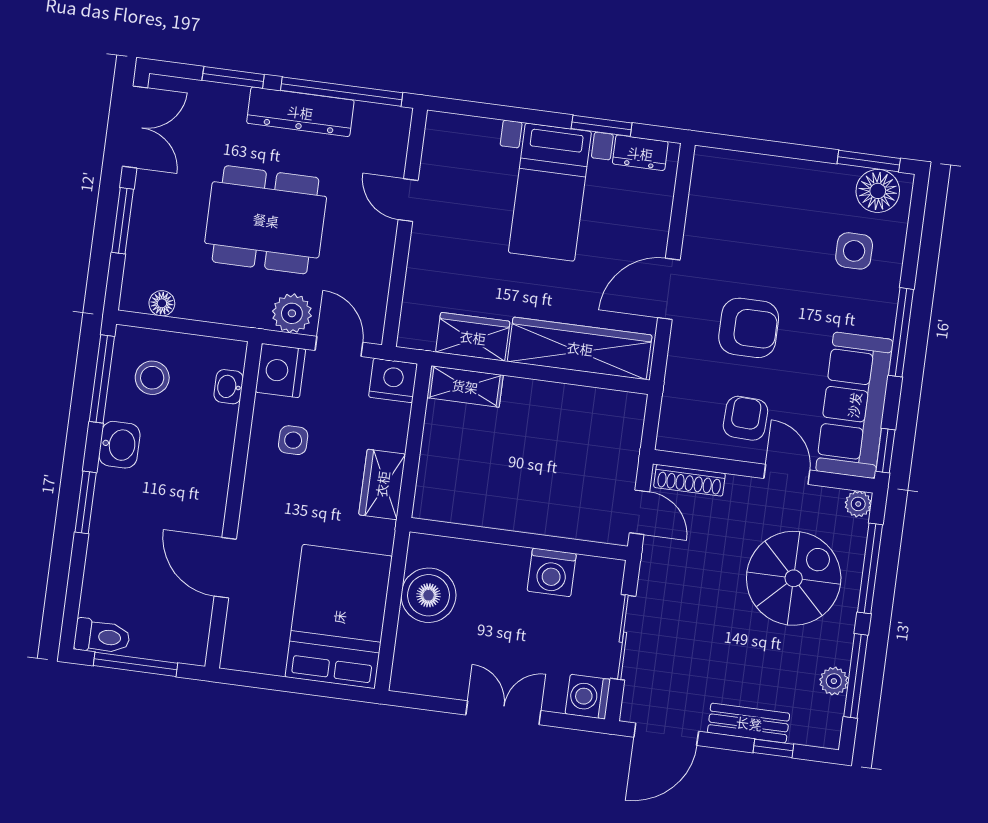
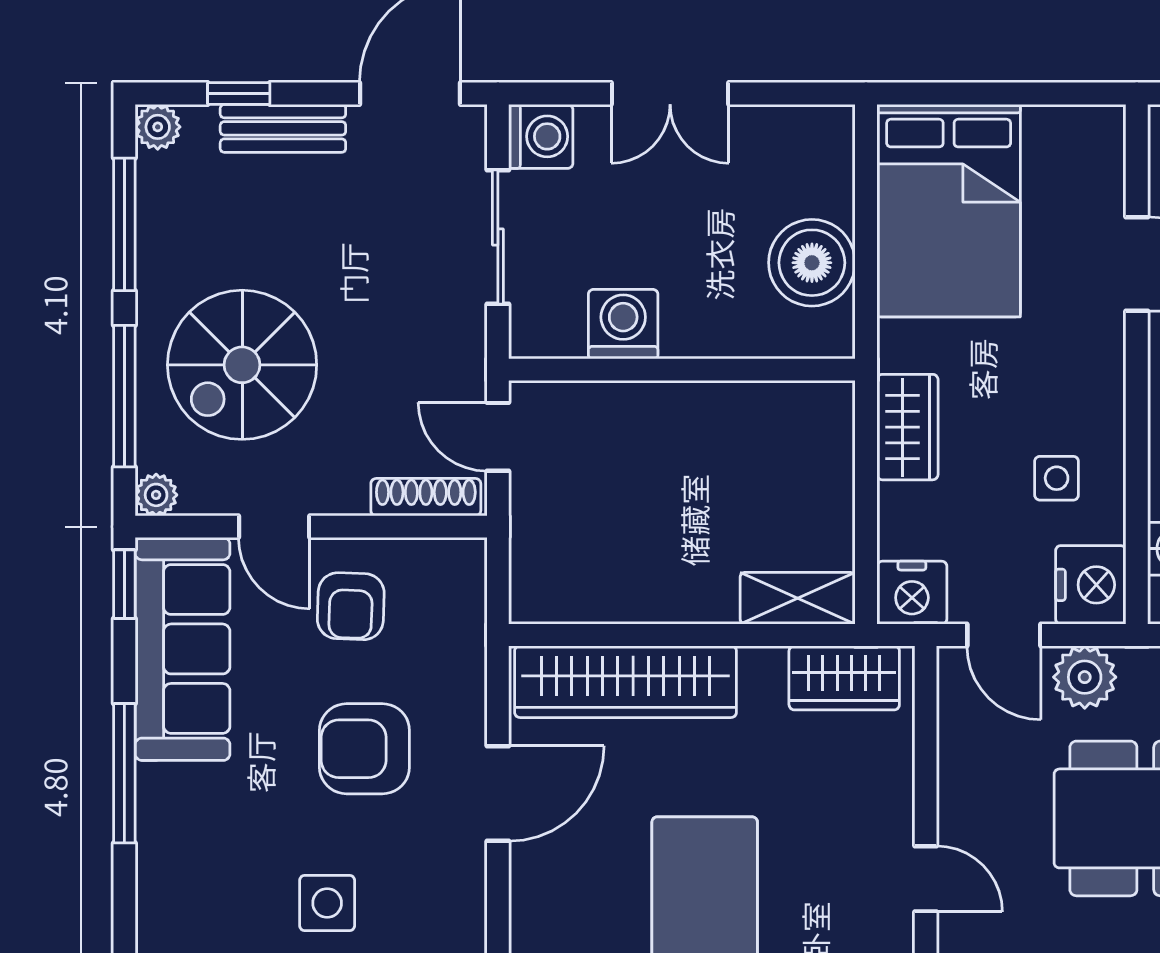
side table: (854, 251) -> (327, 903), moved
wardrobe: (473, 337) -> (844, 678), moved
plant: (834, 681) -> (158, 127), moved

